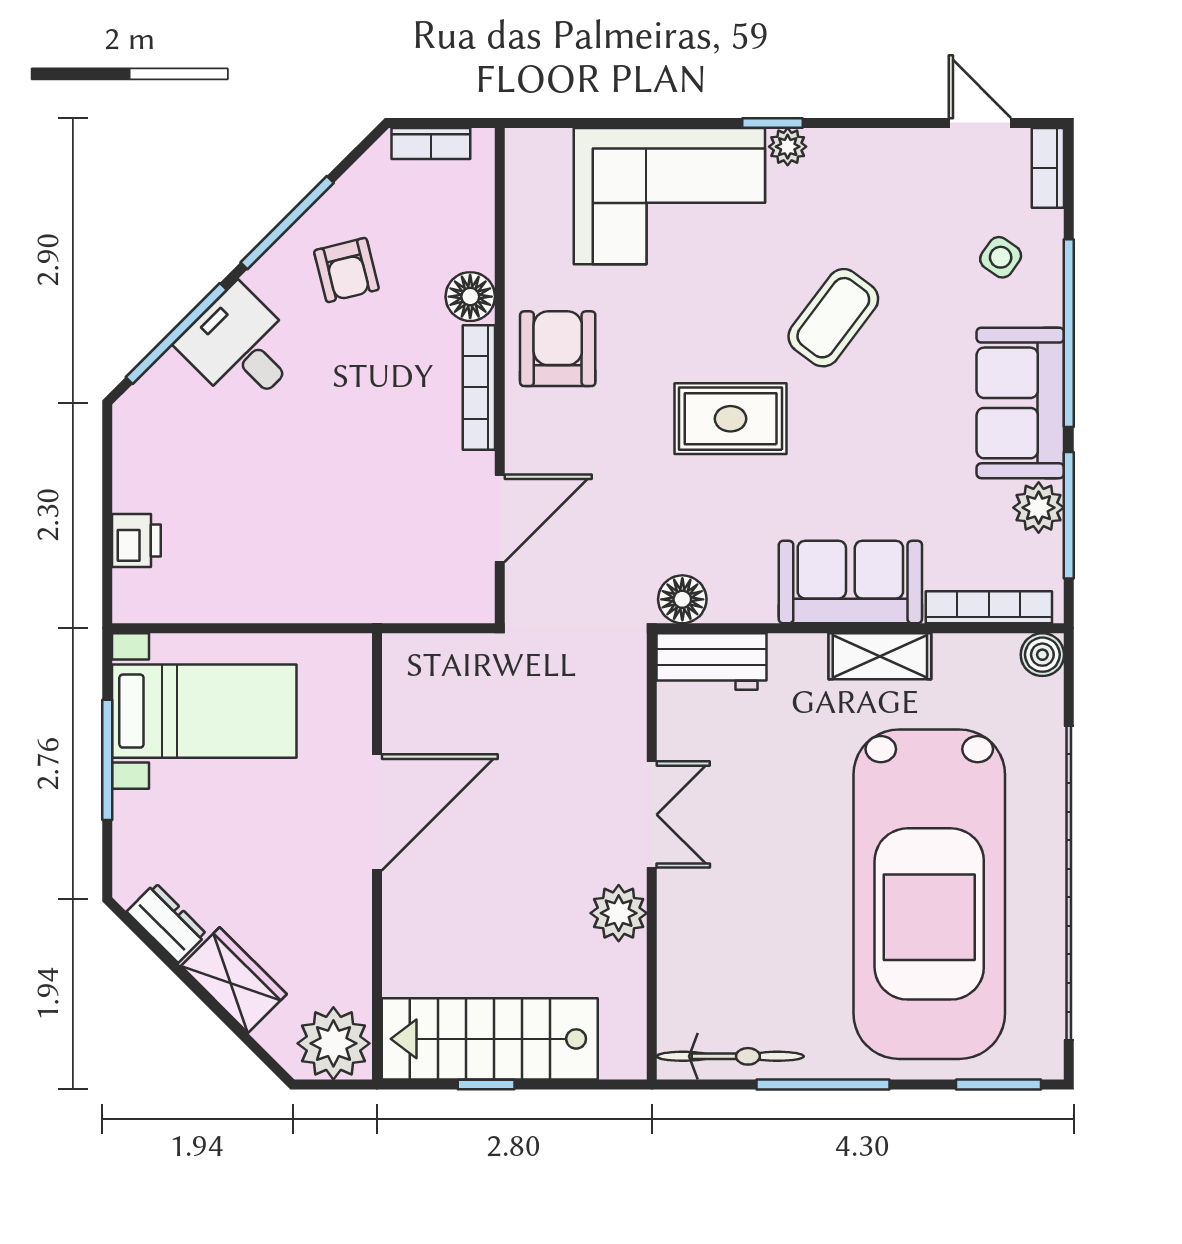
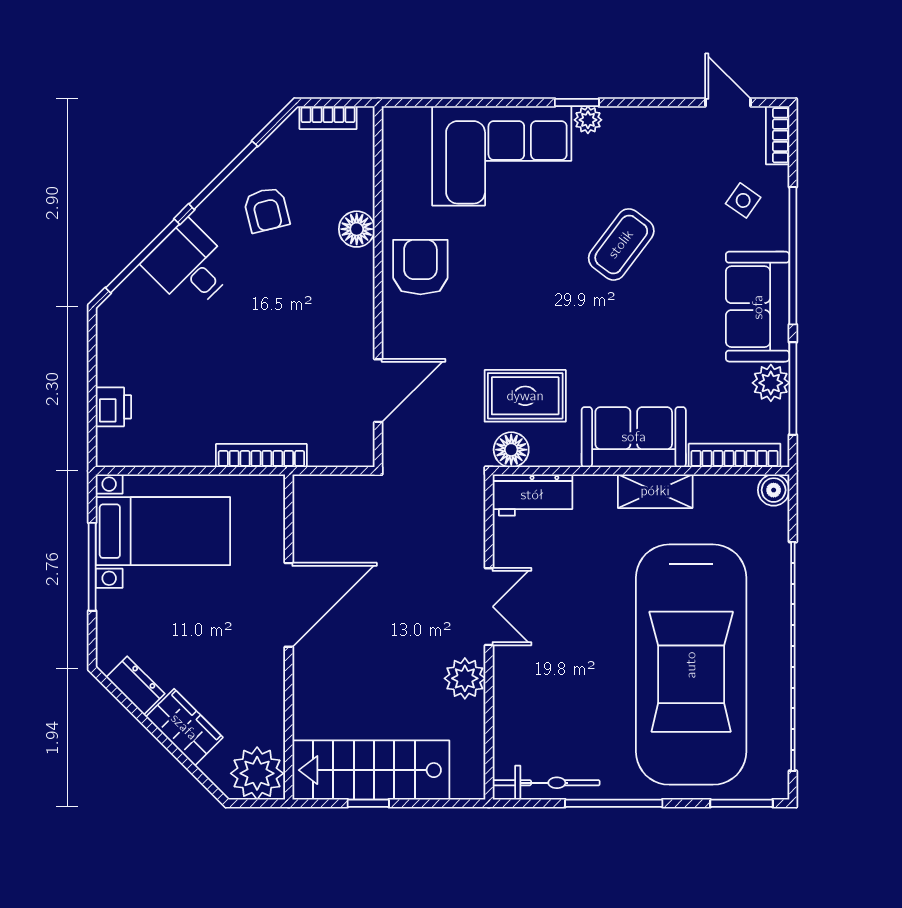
bookcase: (479, 387) -> (261, 456), moved, turned 90
rug: (731, 419) -> (525, 396), moved

